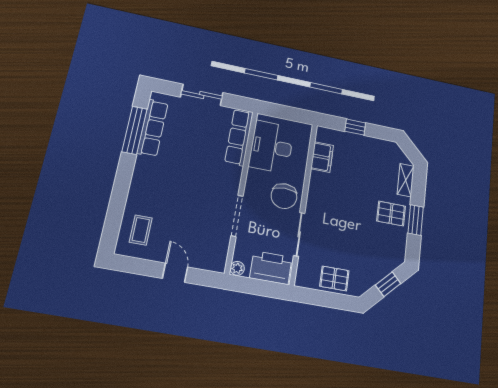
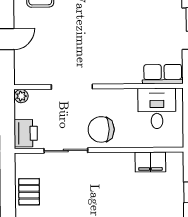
row of seats: (239, 137) -> (163, 74), width x0.68
desk: (271, 147) -> (157, 108), width x0.73
printer: (271, 268) -> (26, 133), width x0.73, depth x0.84

